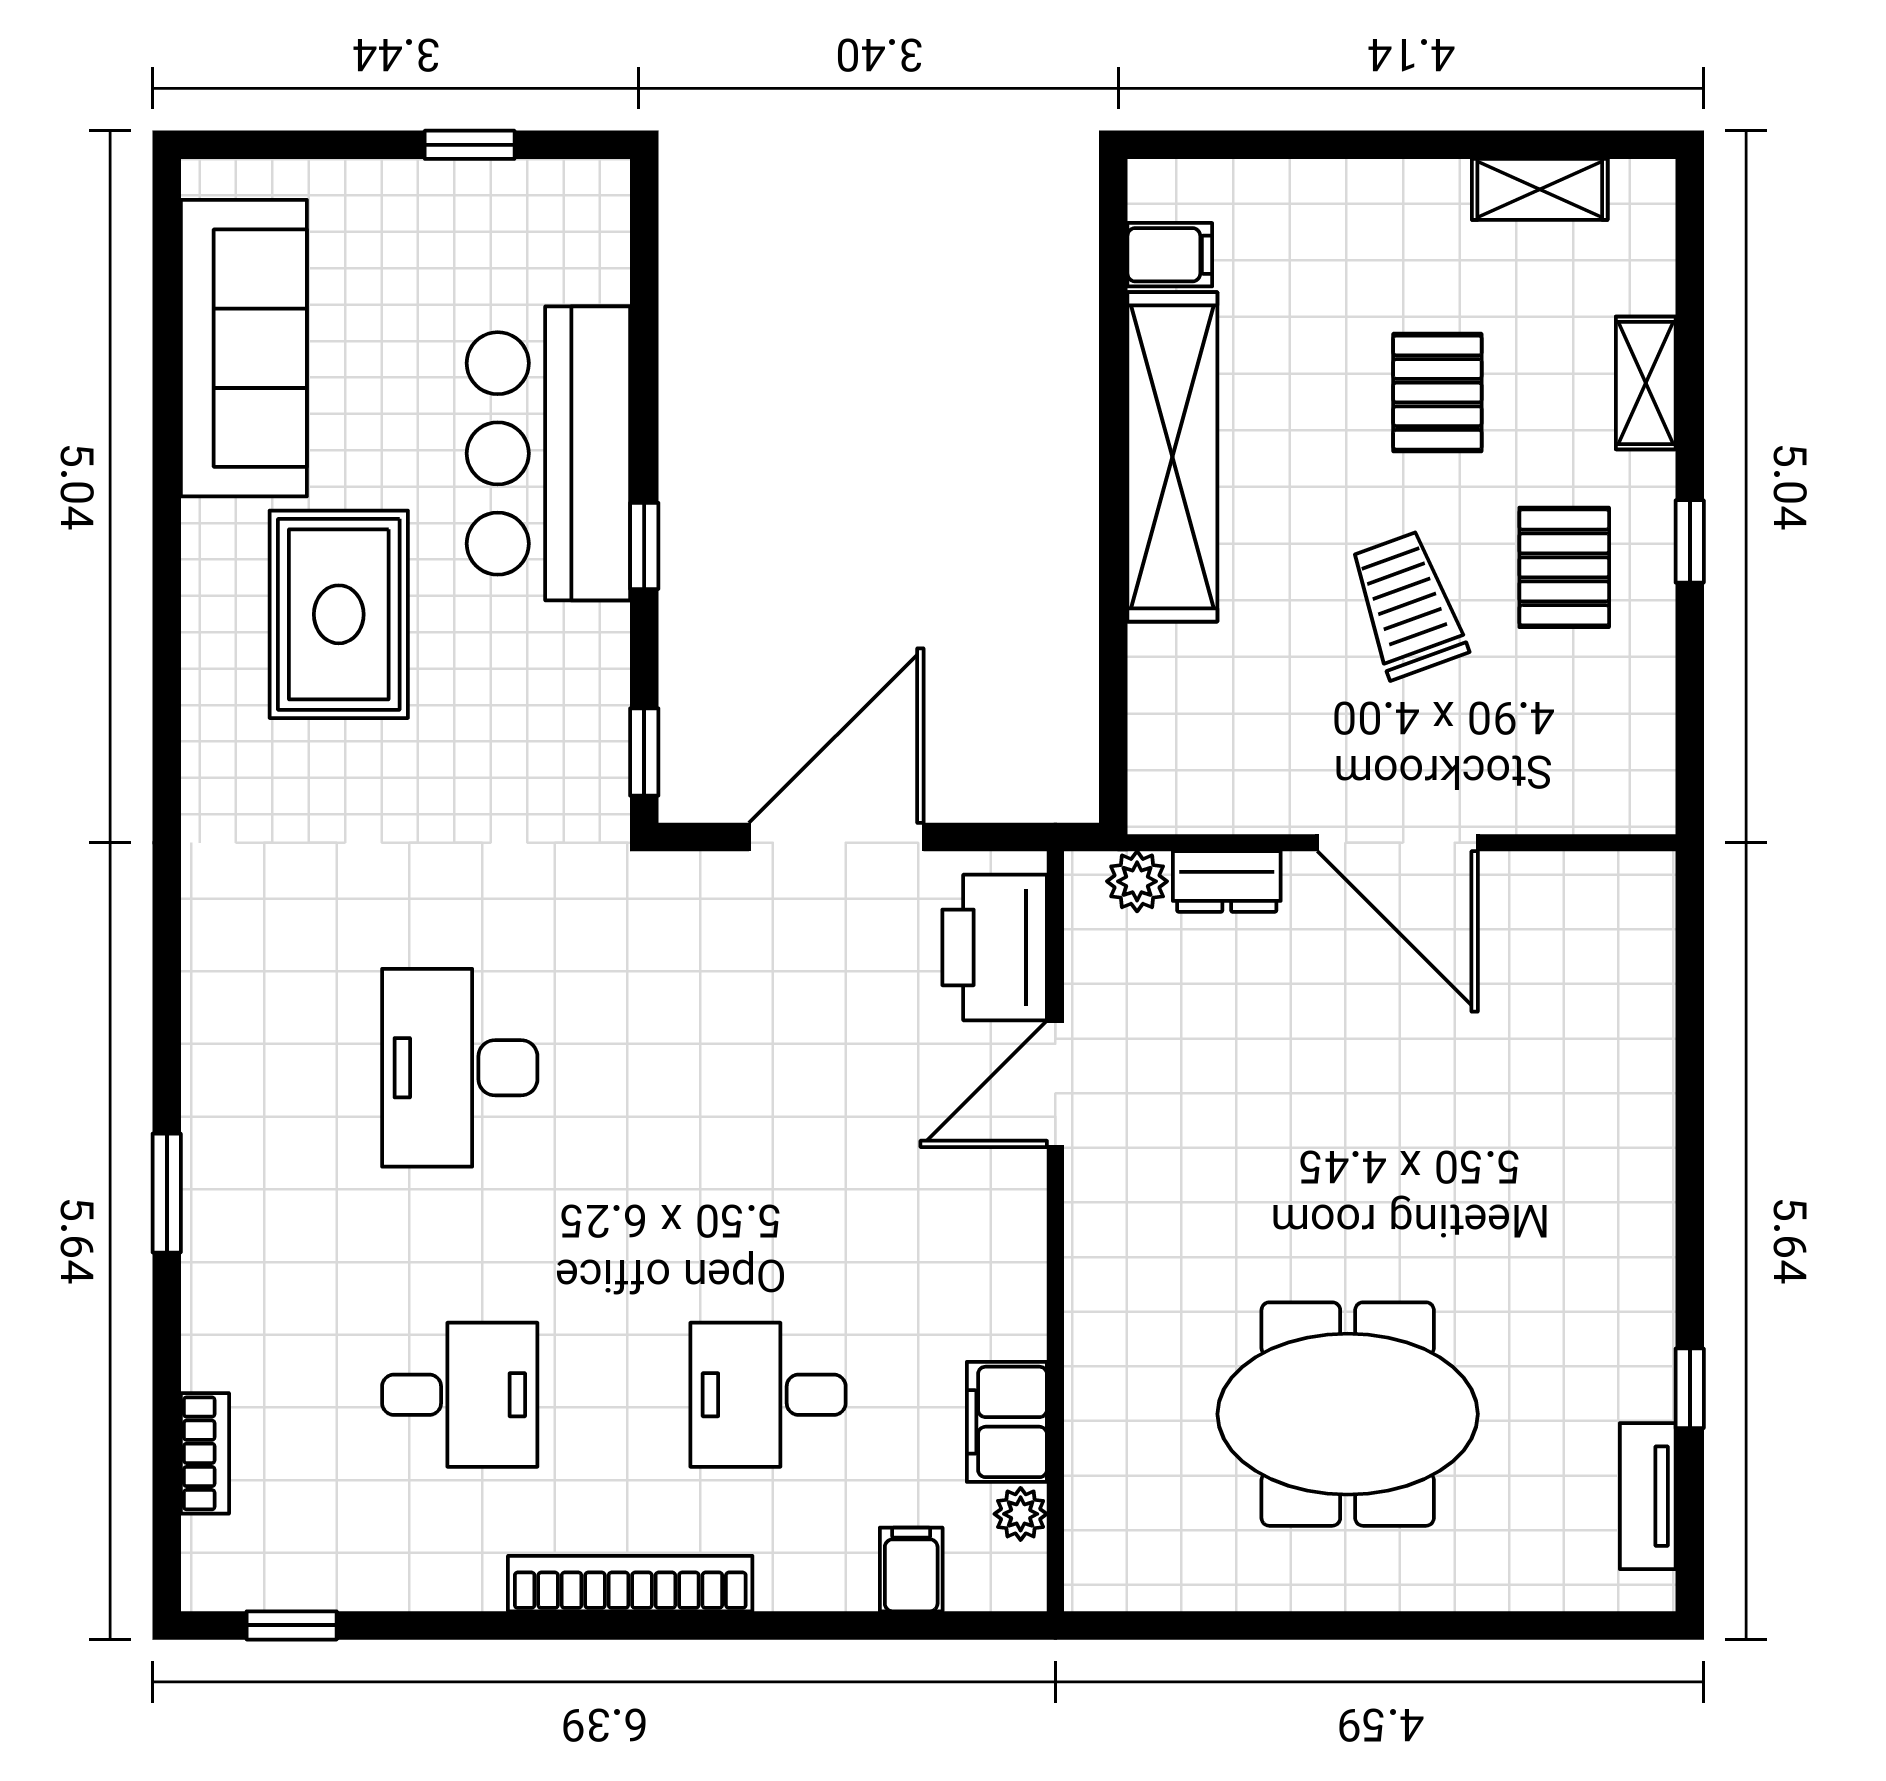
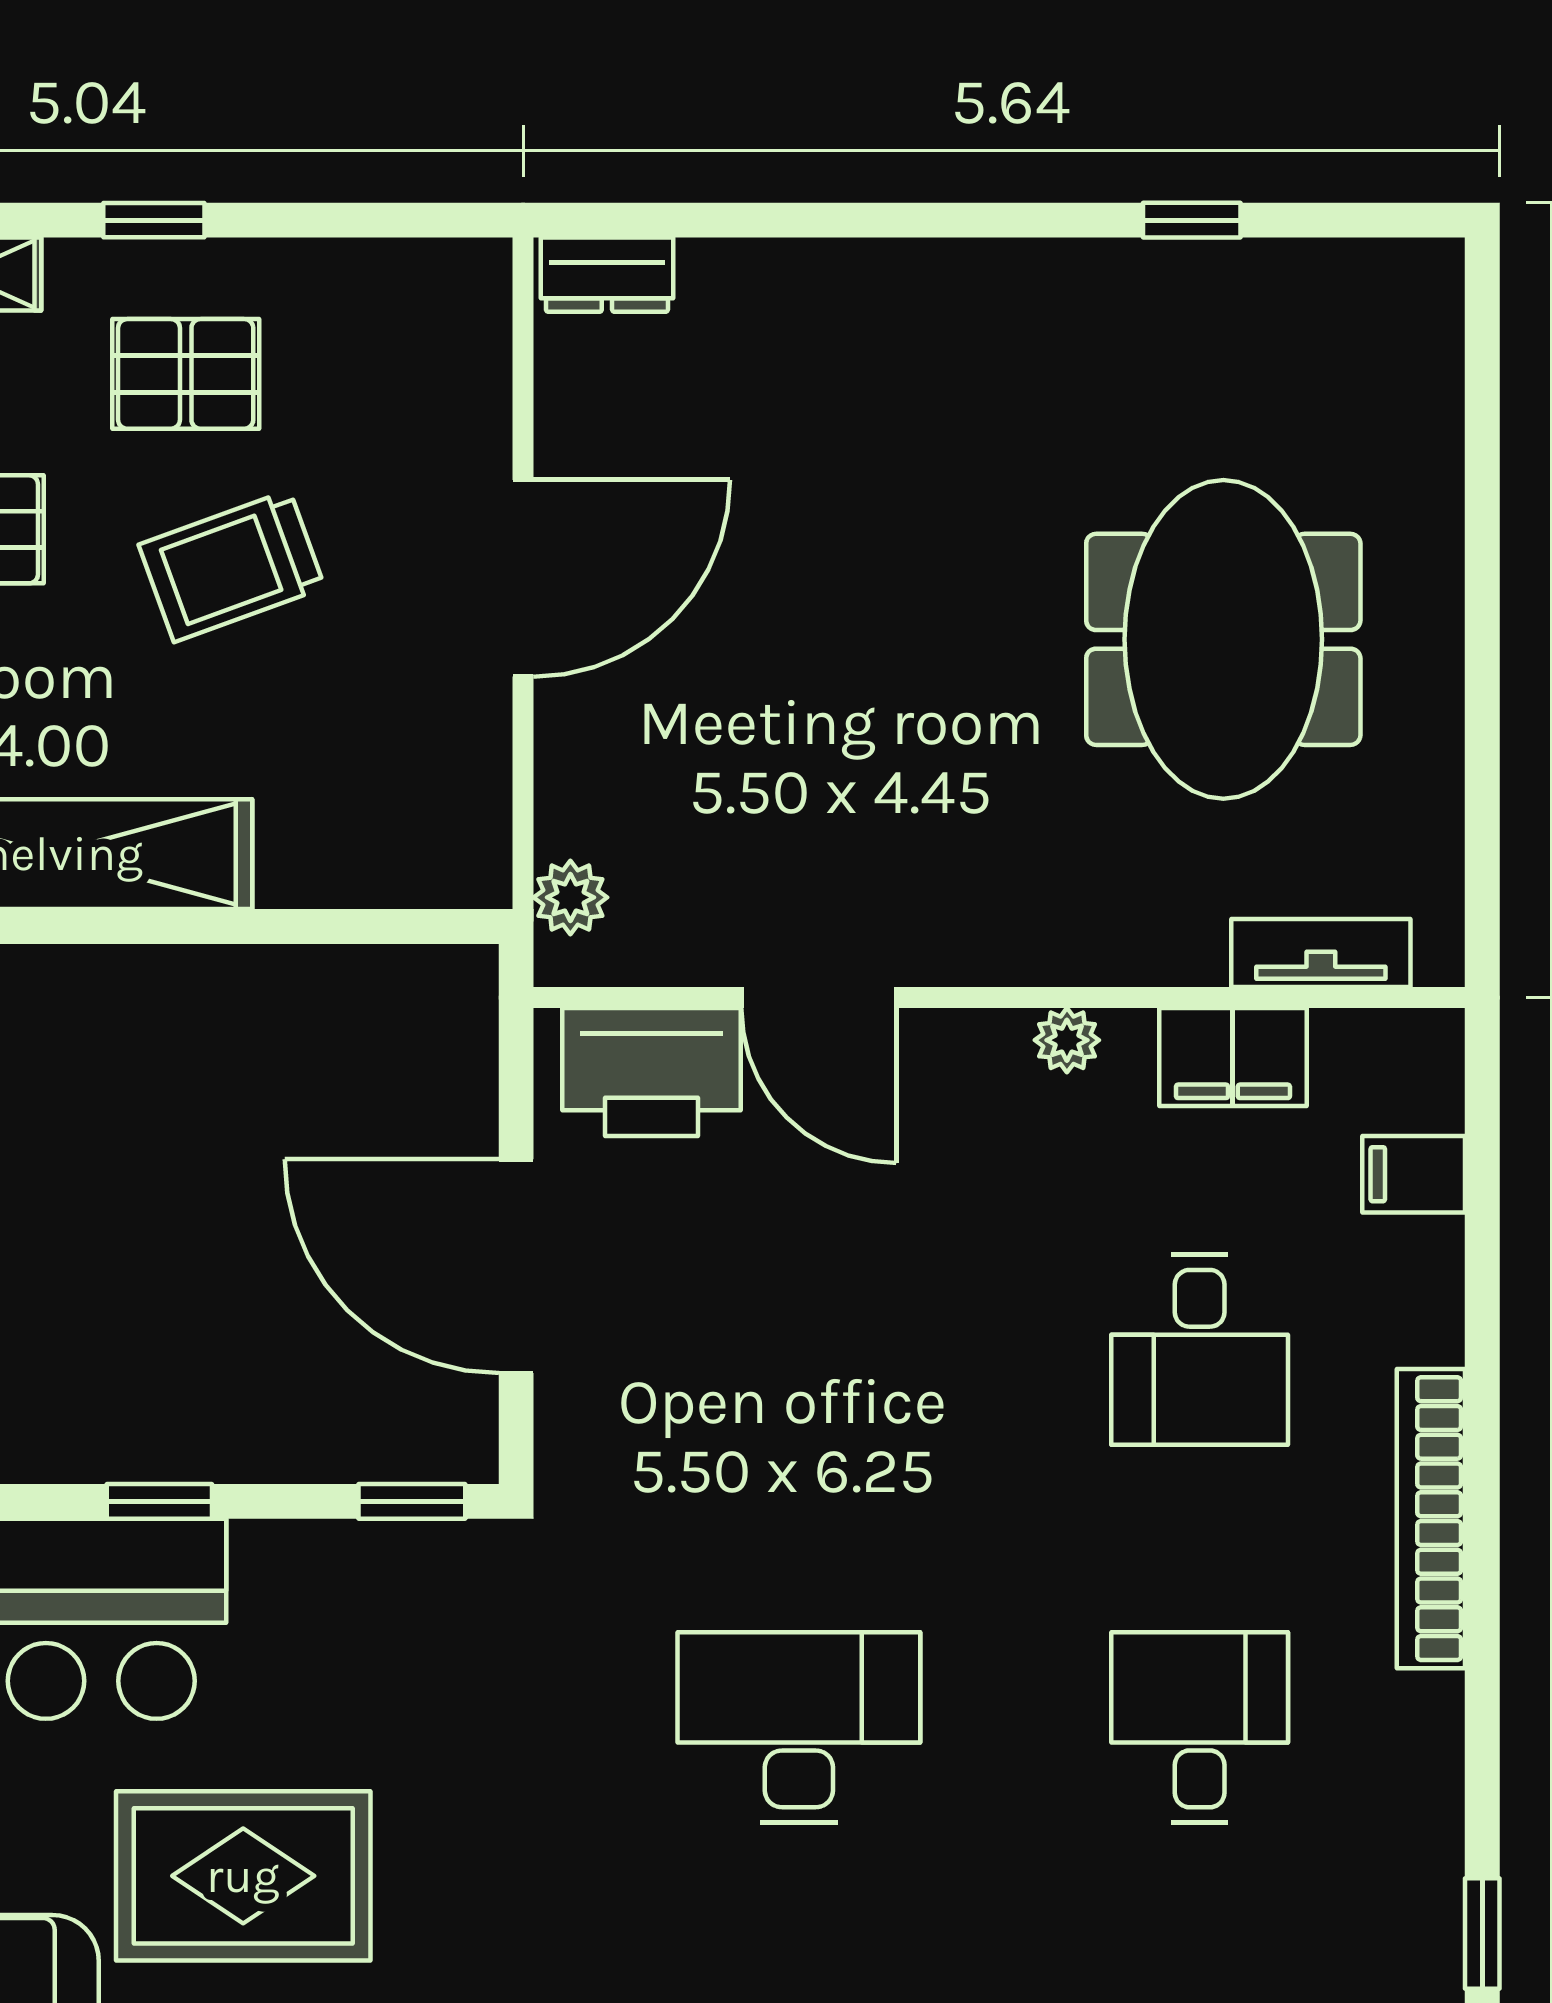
dresser: (1227, 882) -> (607, 275), moved, turned 90
desk: (460, 1068) -> (799, 1727), turned 180
tv unit: (1648, 1496) -> (1321, 953), moved, turned 180
plant: (1021, 1514) -> (1067, 1040), moved

